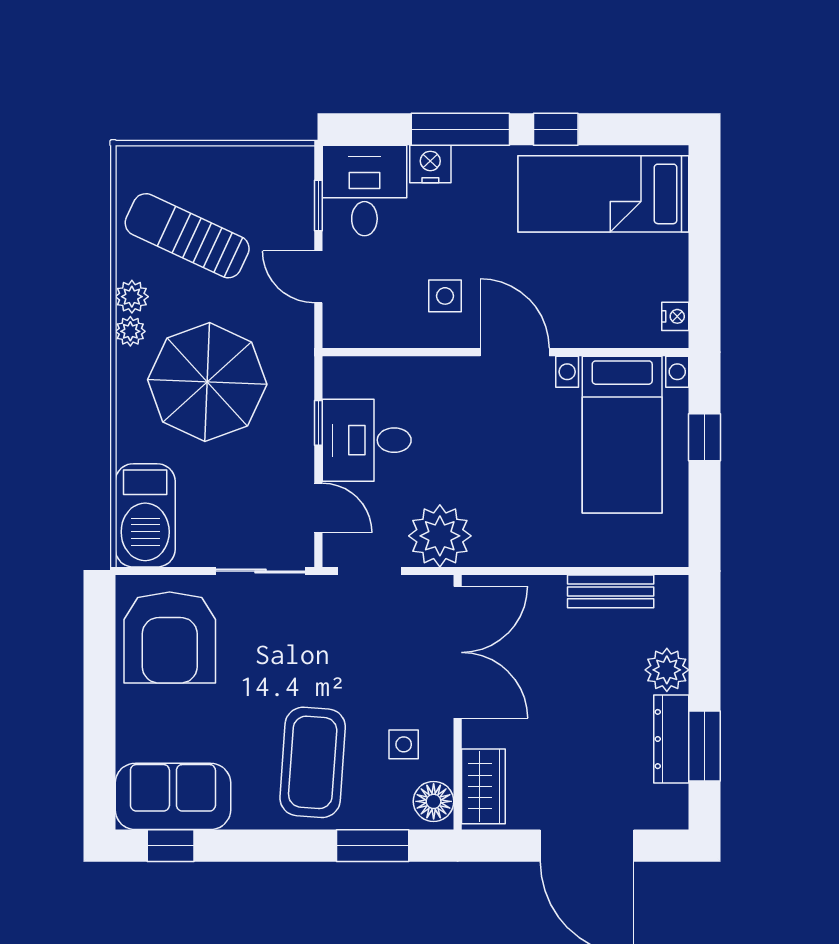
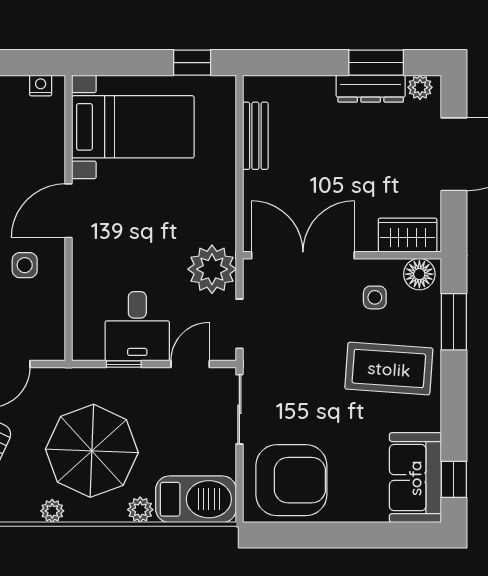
plant: (132, 297) -> (140, 510), moved
window: (704, 437) -> (192, 63), moved
plant: (667, 670) -> (420, 87), moved, width x0.73, depth x0.73

